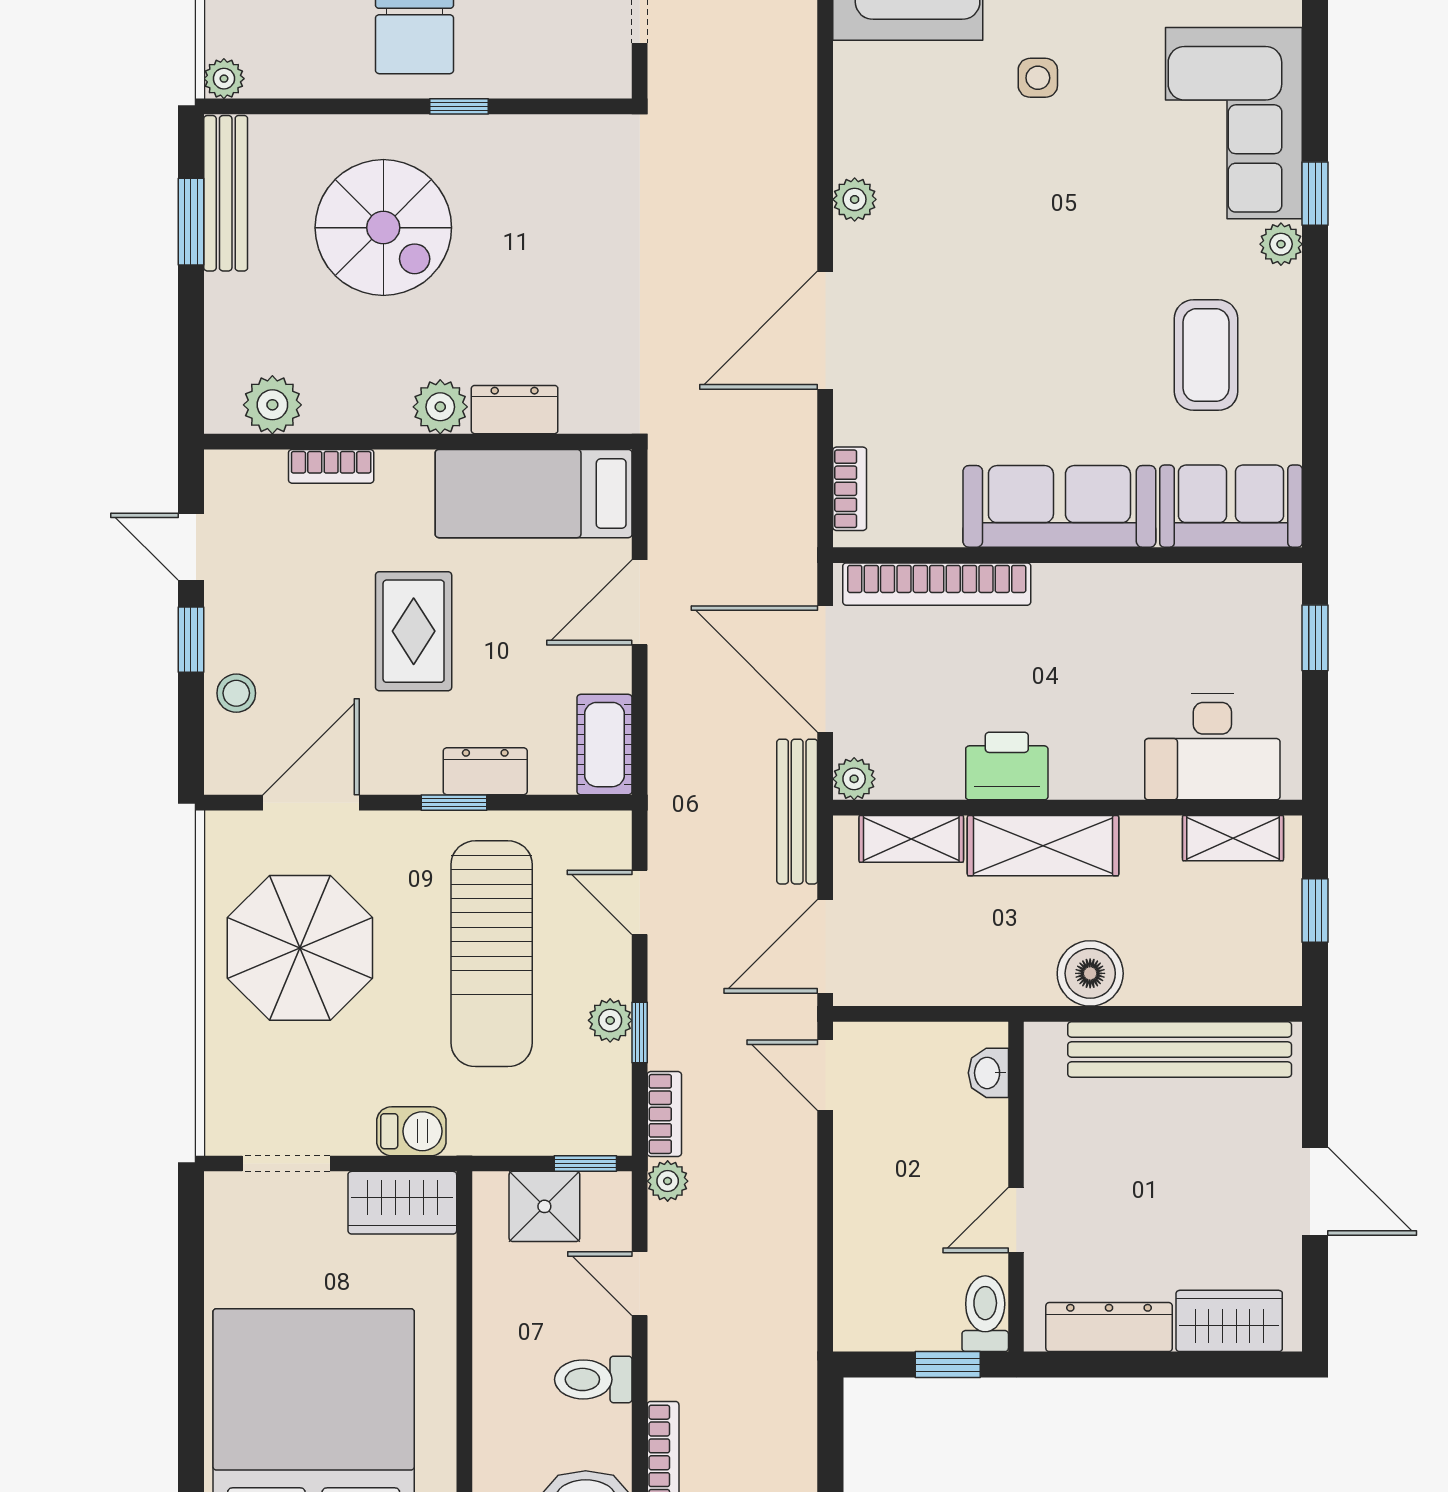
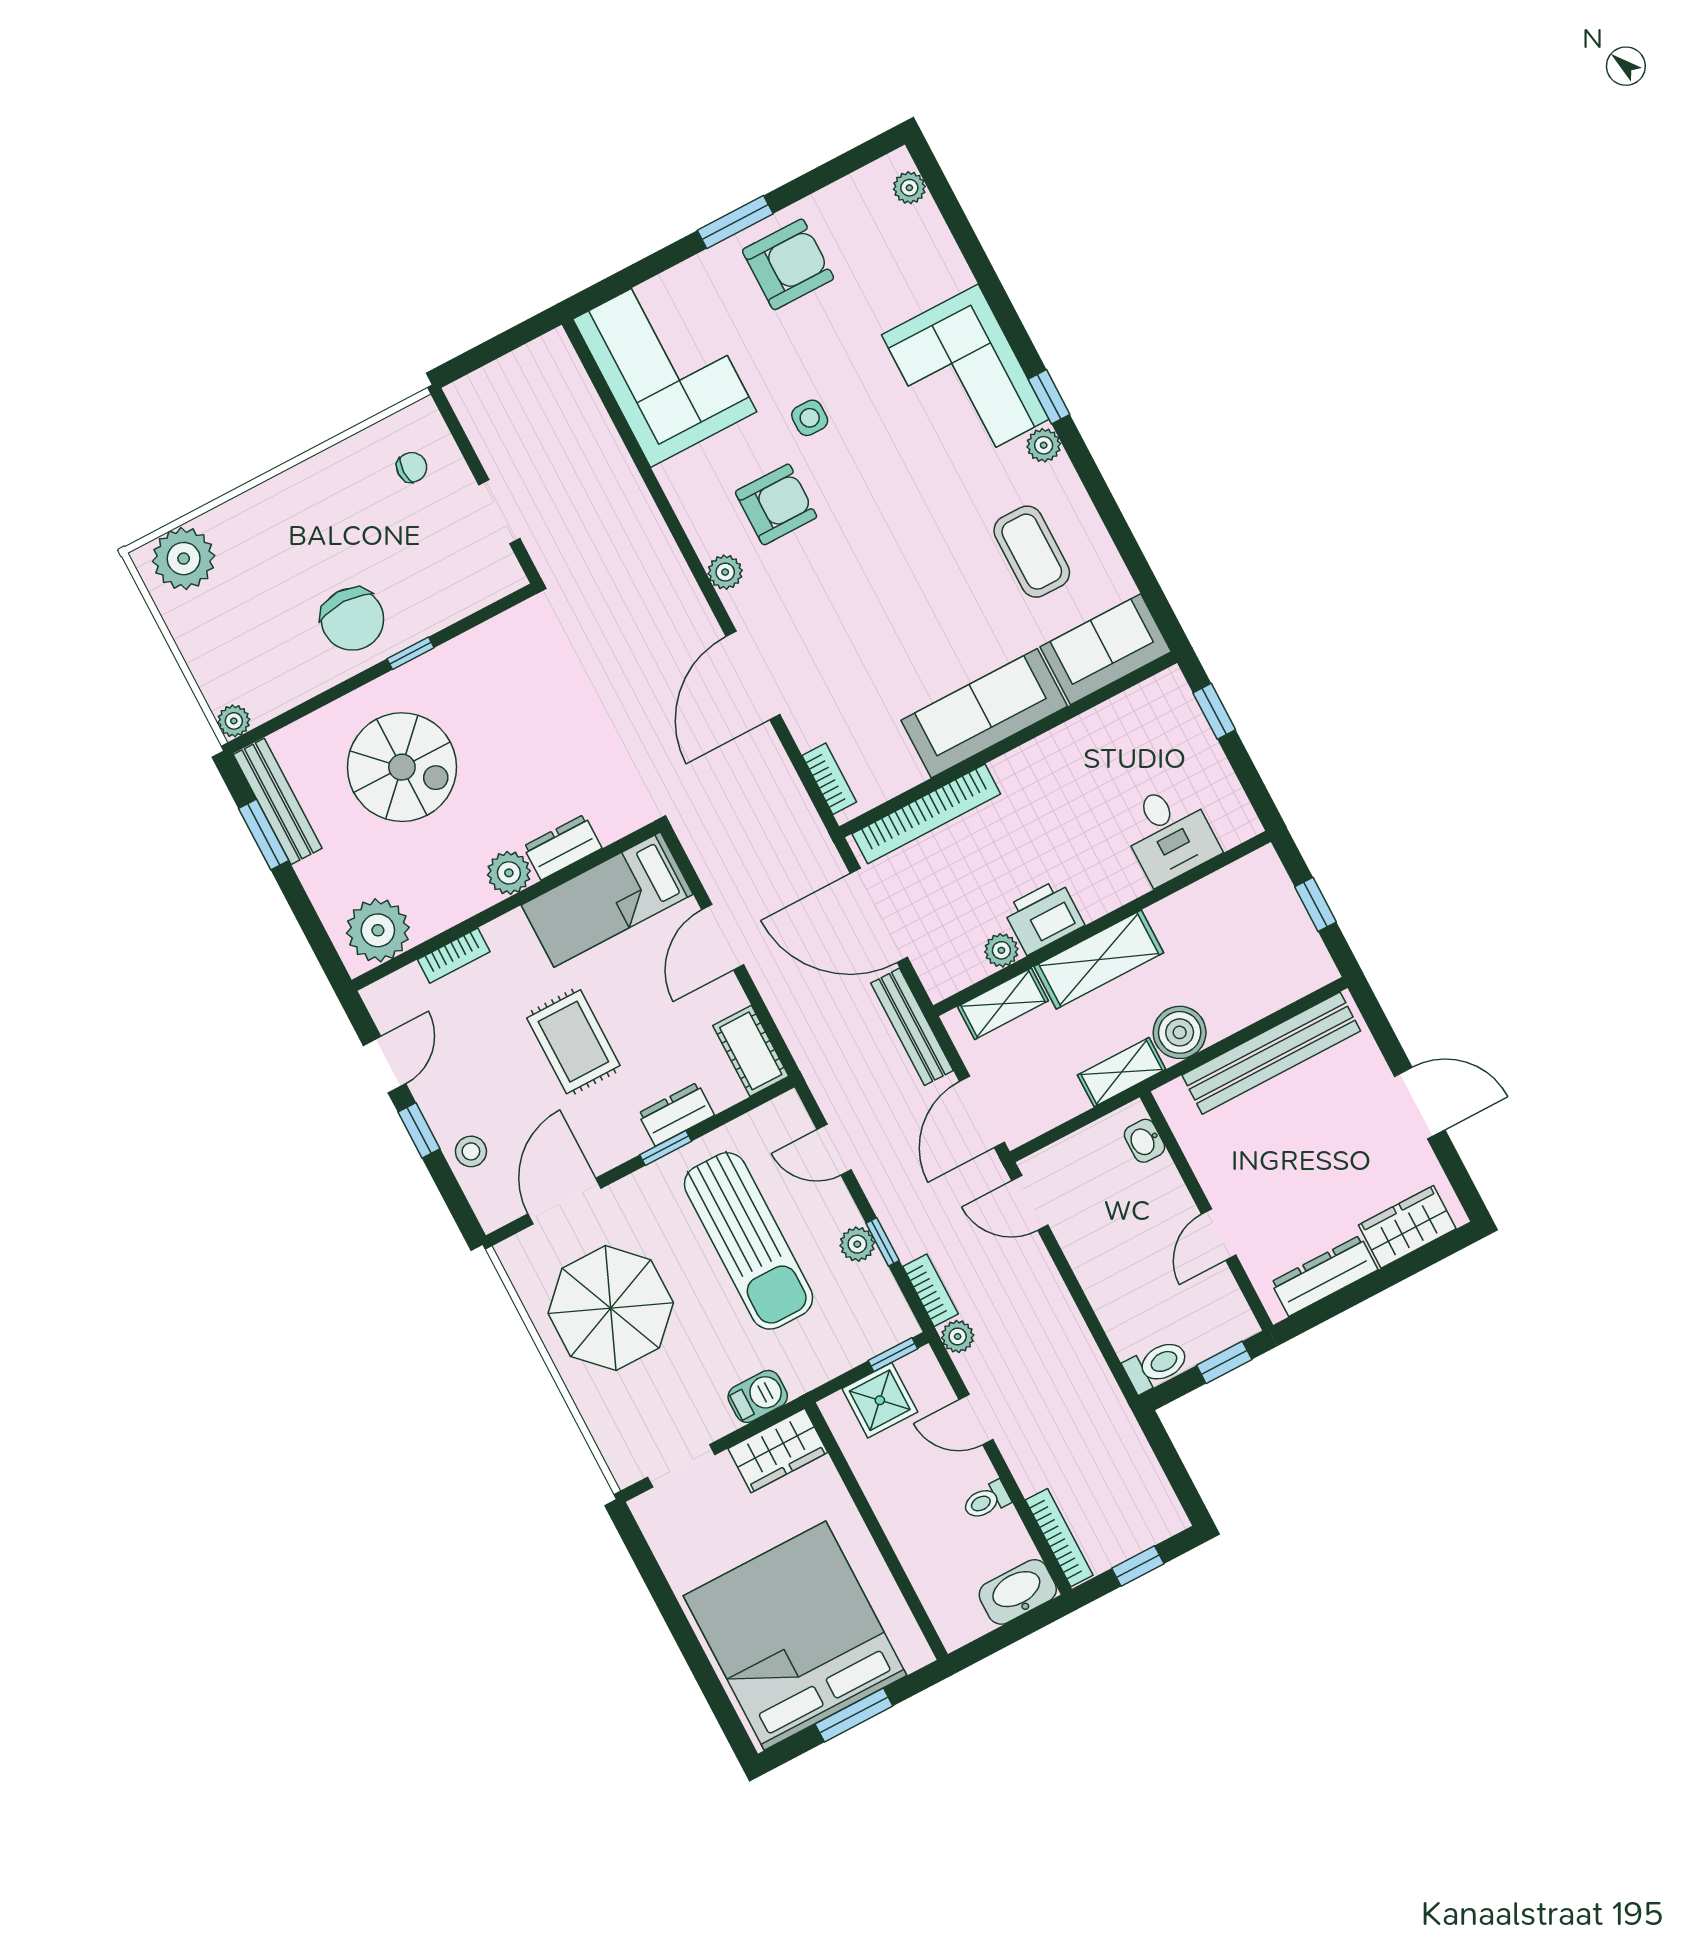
armchair: (950, 154) -> (776, 504), added
plant: (272, 405) -> (378, 930), width x1.36, depth x1.36
door: (191, 547) -> (384, 1065), swing flipped
desk: (1212, 747) -> (1169, 833), width x0.73
plant: (854, 779) -> (1001, 950), moved
shelving: (1233, 838) -> (1122, 1072), moved
toilet: (985, 1314) -> (1156, 1365), moved, turned 90
toilet: (593, 1379) -> (986, 1501), width x0.73, depth x0.72

